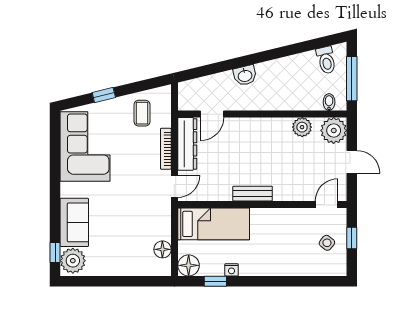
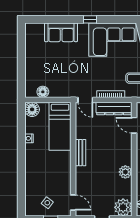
plant: (302, 127) -> (125, 172), moved
window: (55, 252) -> (90, 19), moved
plant: (73, 261) -> (35, 31), removed
window: (215, 281) -> (21, 127), removed

